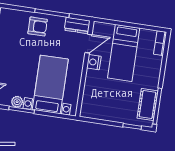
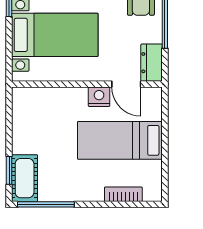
bookcase: (160, 43) -> (123, 194), moved
cot: (147, 105) -> (25, 178), moved, turned 90

